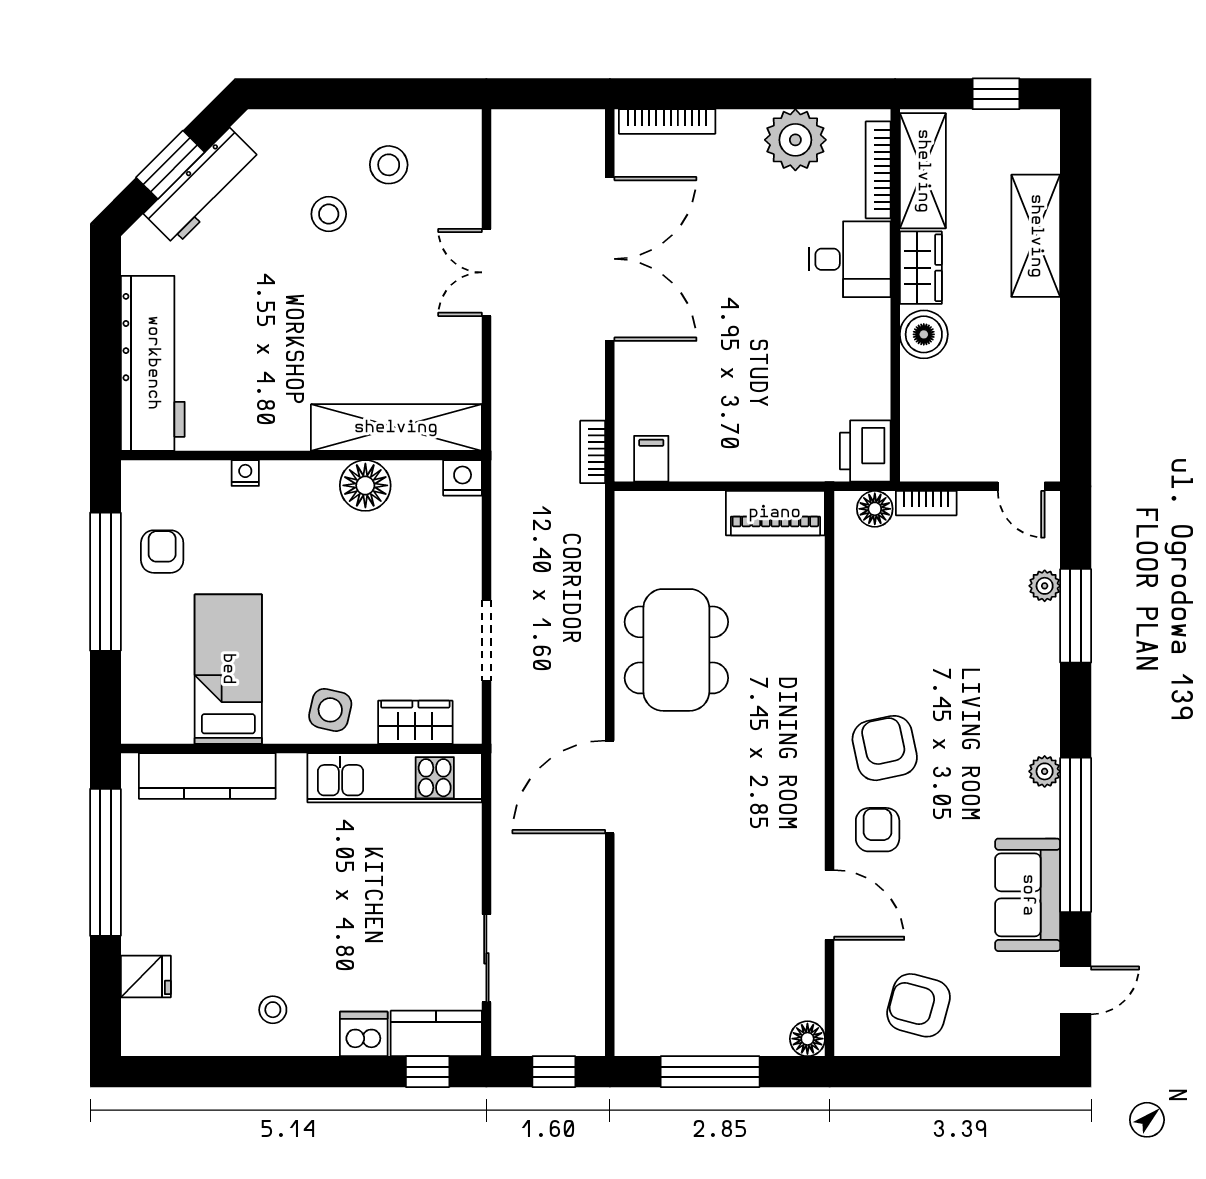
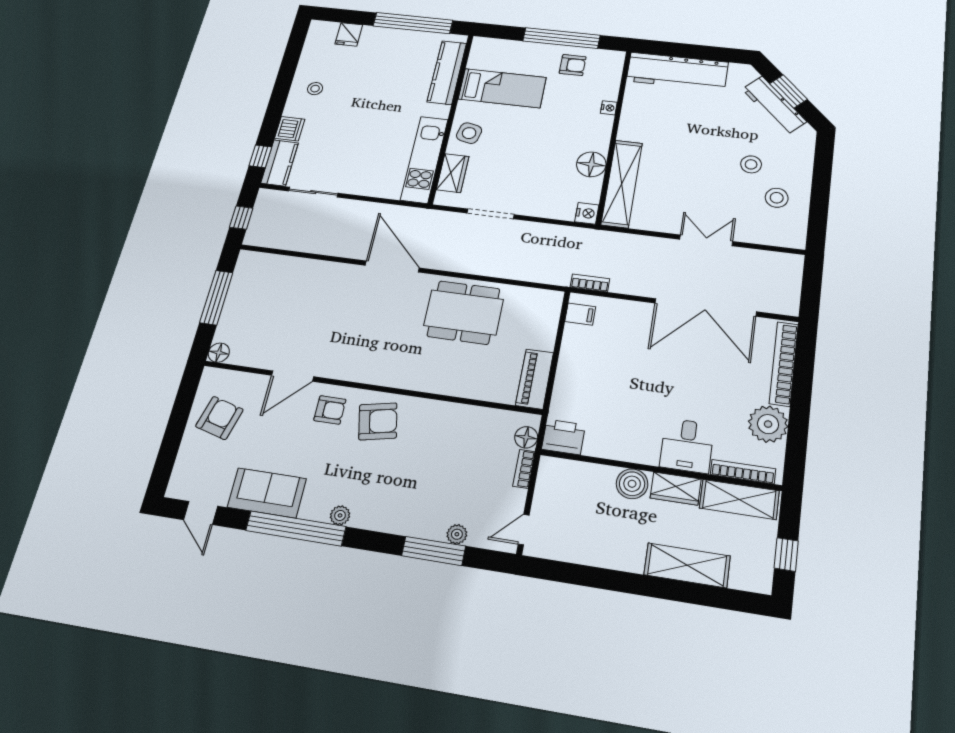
bookcase: (667, 122) -> (784, 364), width x1.48, depth x1.31

